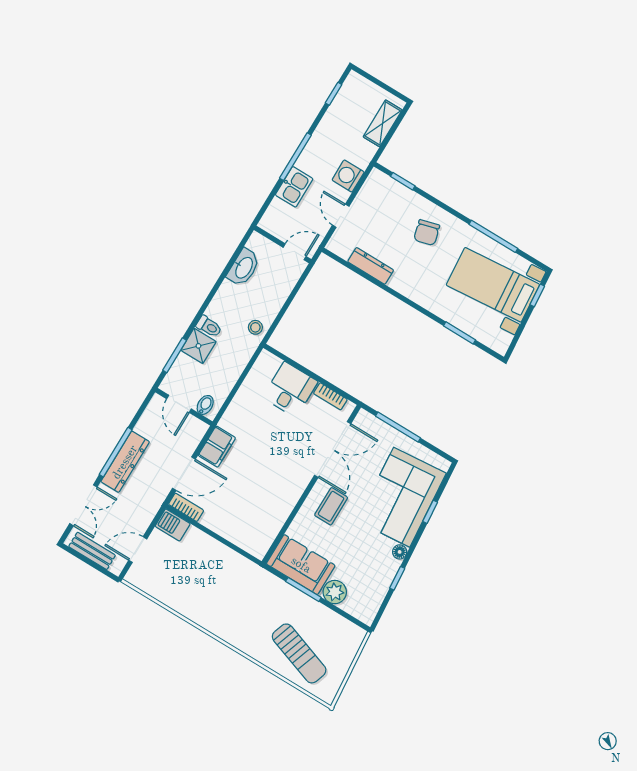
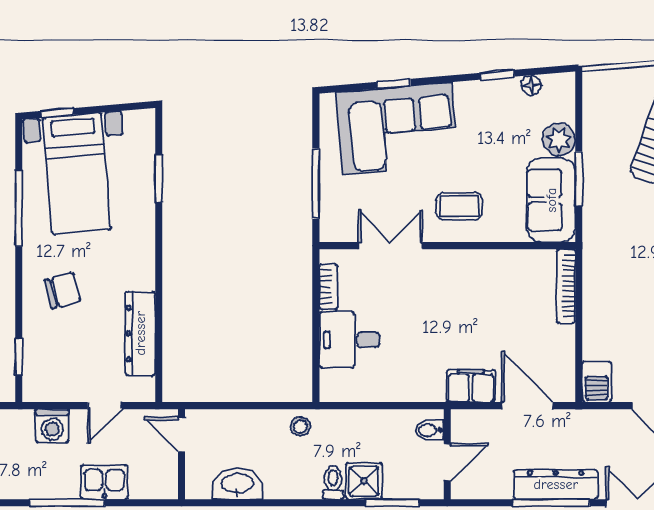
dresser: (371, 266) -> (140, 333), width x1.37, depth x1.24
double door: (333, 449) -> (390, 246), width x0.73
bookcase: (186, 507) -> (566, 286), moved, width x1.56
floor lamp: (400, 552) -> (531, 85), moved

